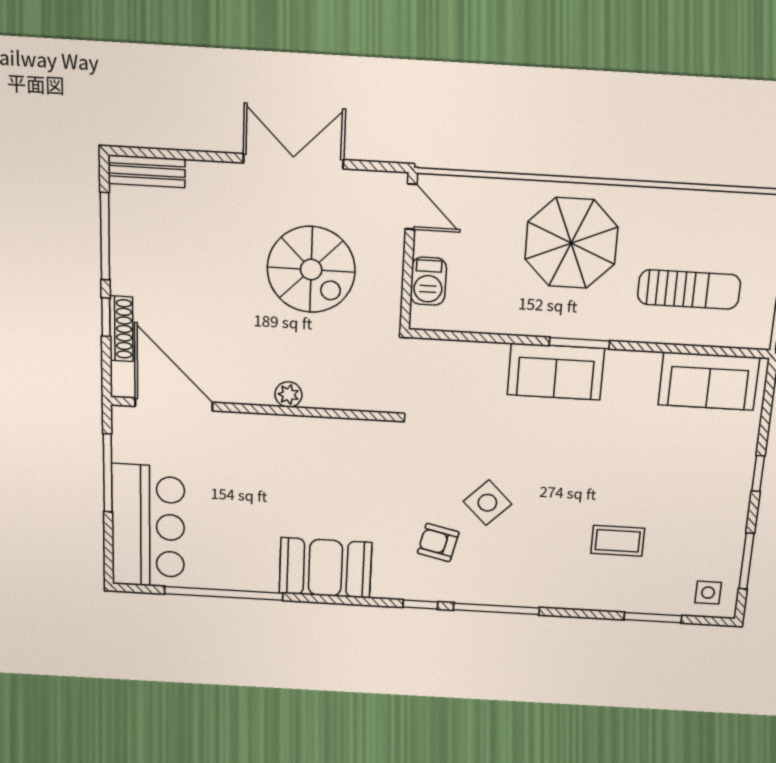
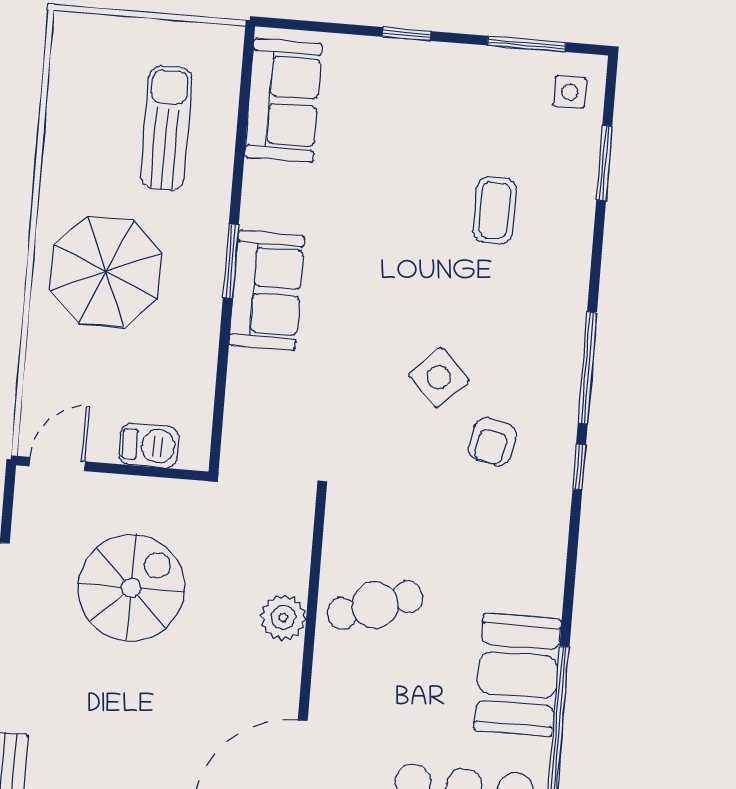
plant: (288, 395) -> (283, 617), width x1.38, depth x1.38
cafe table: (307, 459) -> (375, 605), added
booth: (325, 568) -> (518, 675), moved

